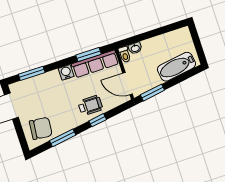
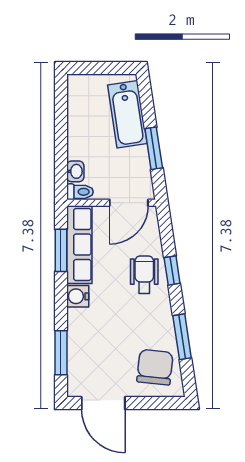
window: (152, 93) -> (154, 148), moved

